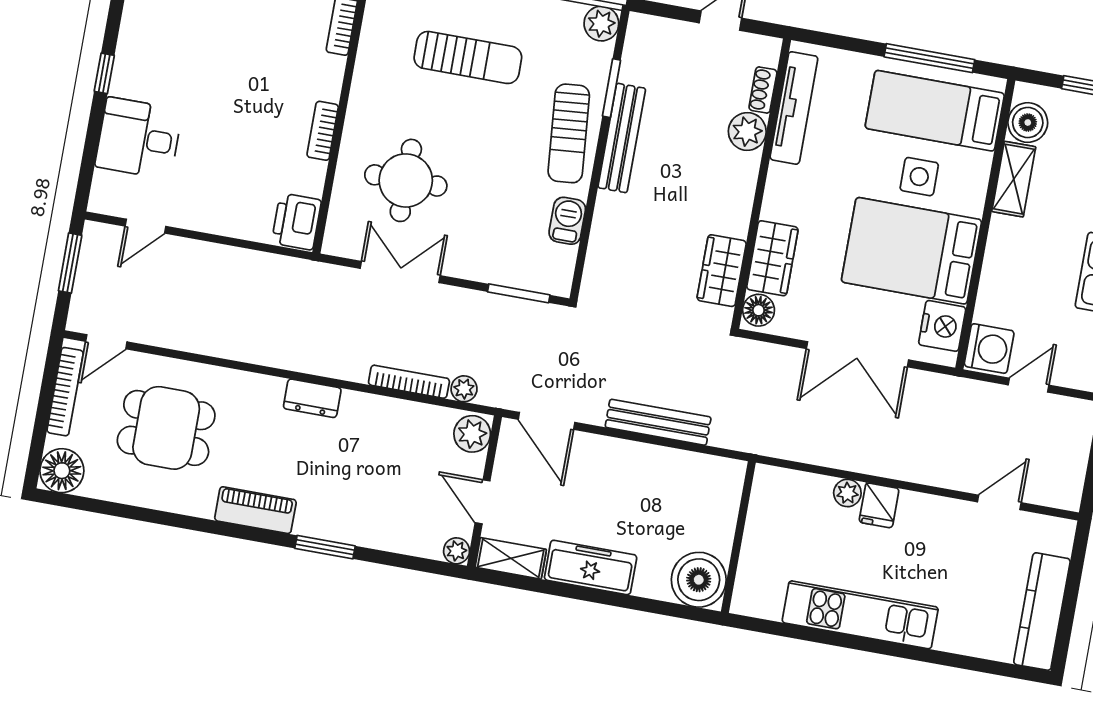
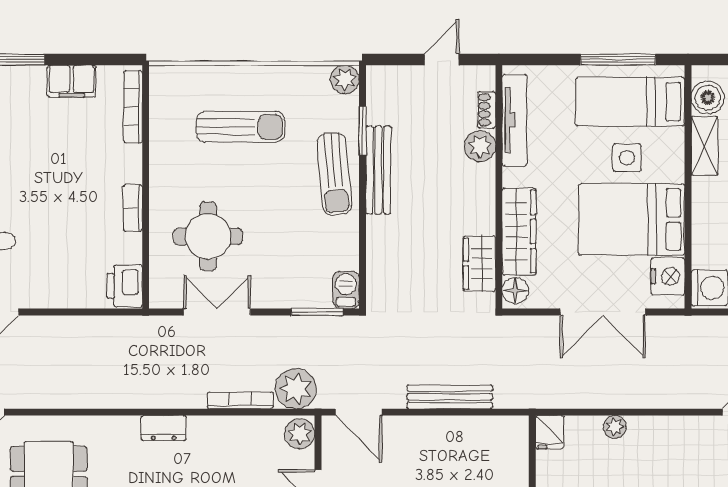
barbecue: (567, 221) -> (346, 290), moved
wardrobe: (772, 258) -> (519, 232), width x1.50
plant: (464, 389) -> (296, 389), width x1.88, depth x1.88
fridge: (879, 505) -> (550, 432), moved

